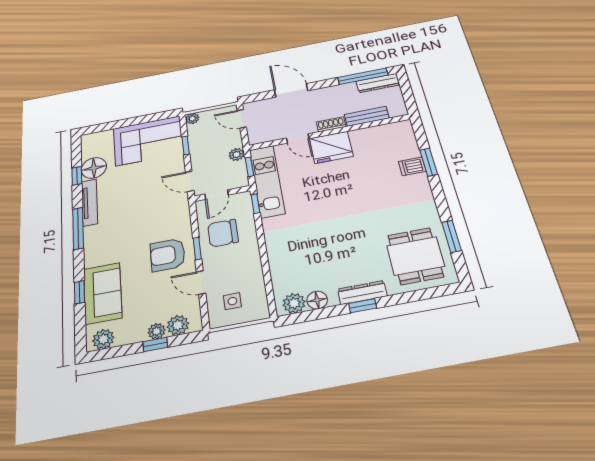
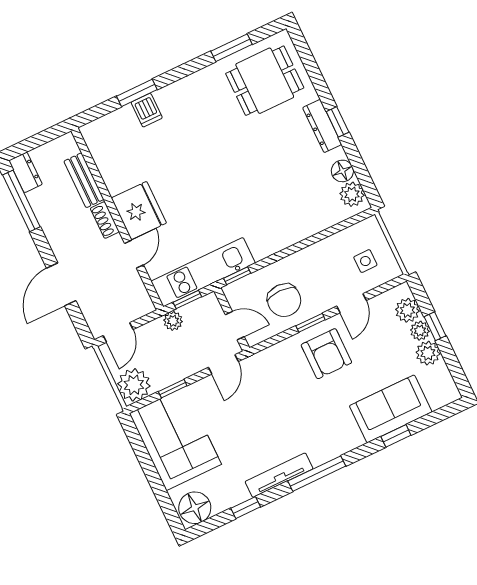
dresser: (378, 83) -> (26, 172), width x0.70
plant: (192, 118) -> (134, 385), width x1.87, depth x1.87
floor lamp: (94, 168) -> (195, 508), moved
plant: (103, 339) -> (428, 353), moved

